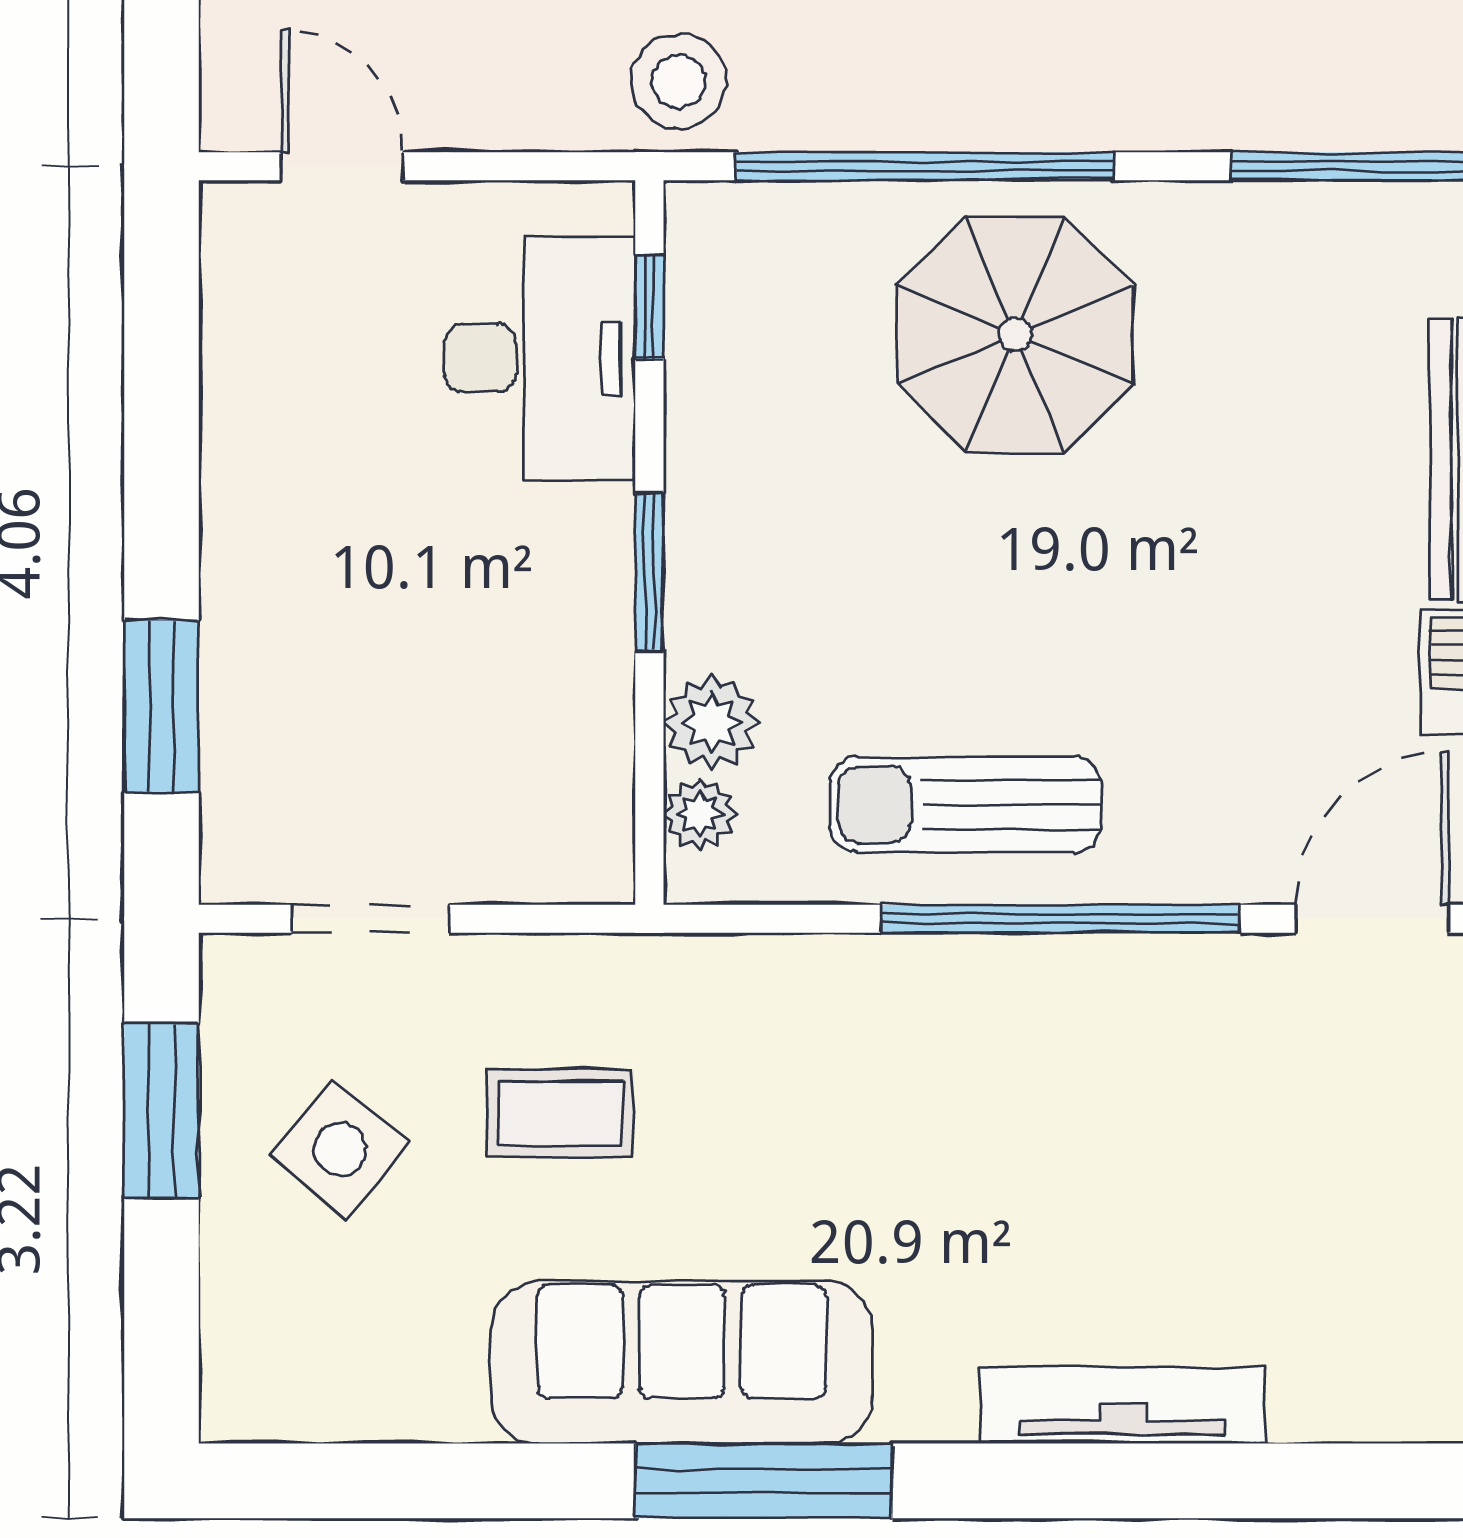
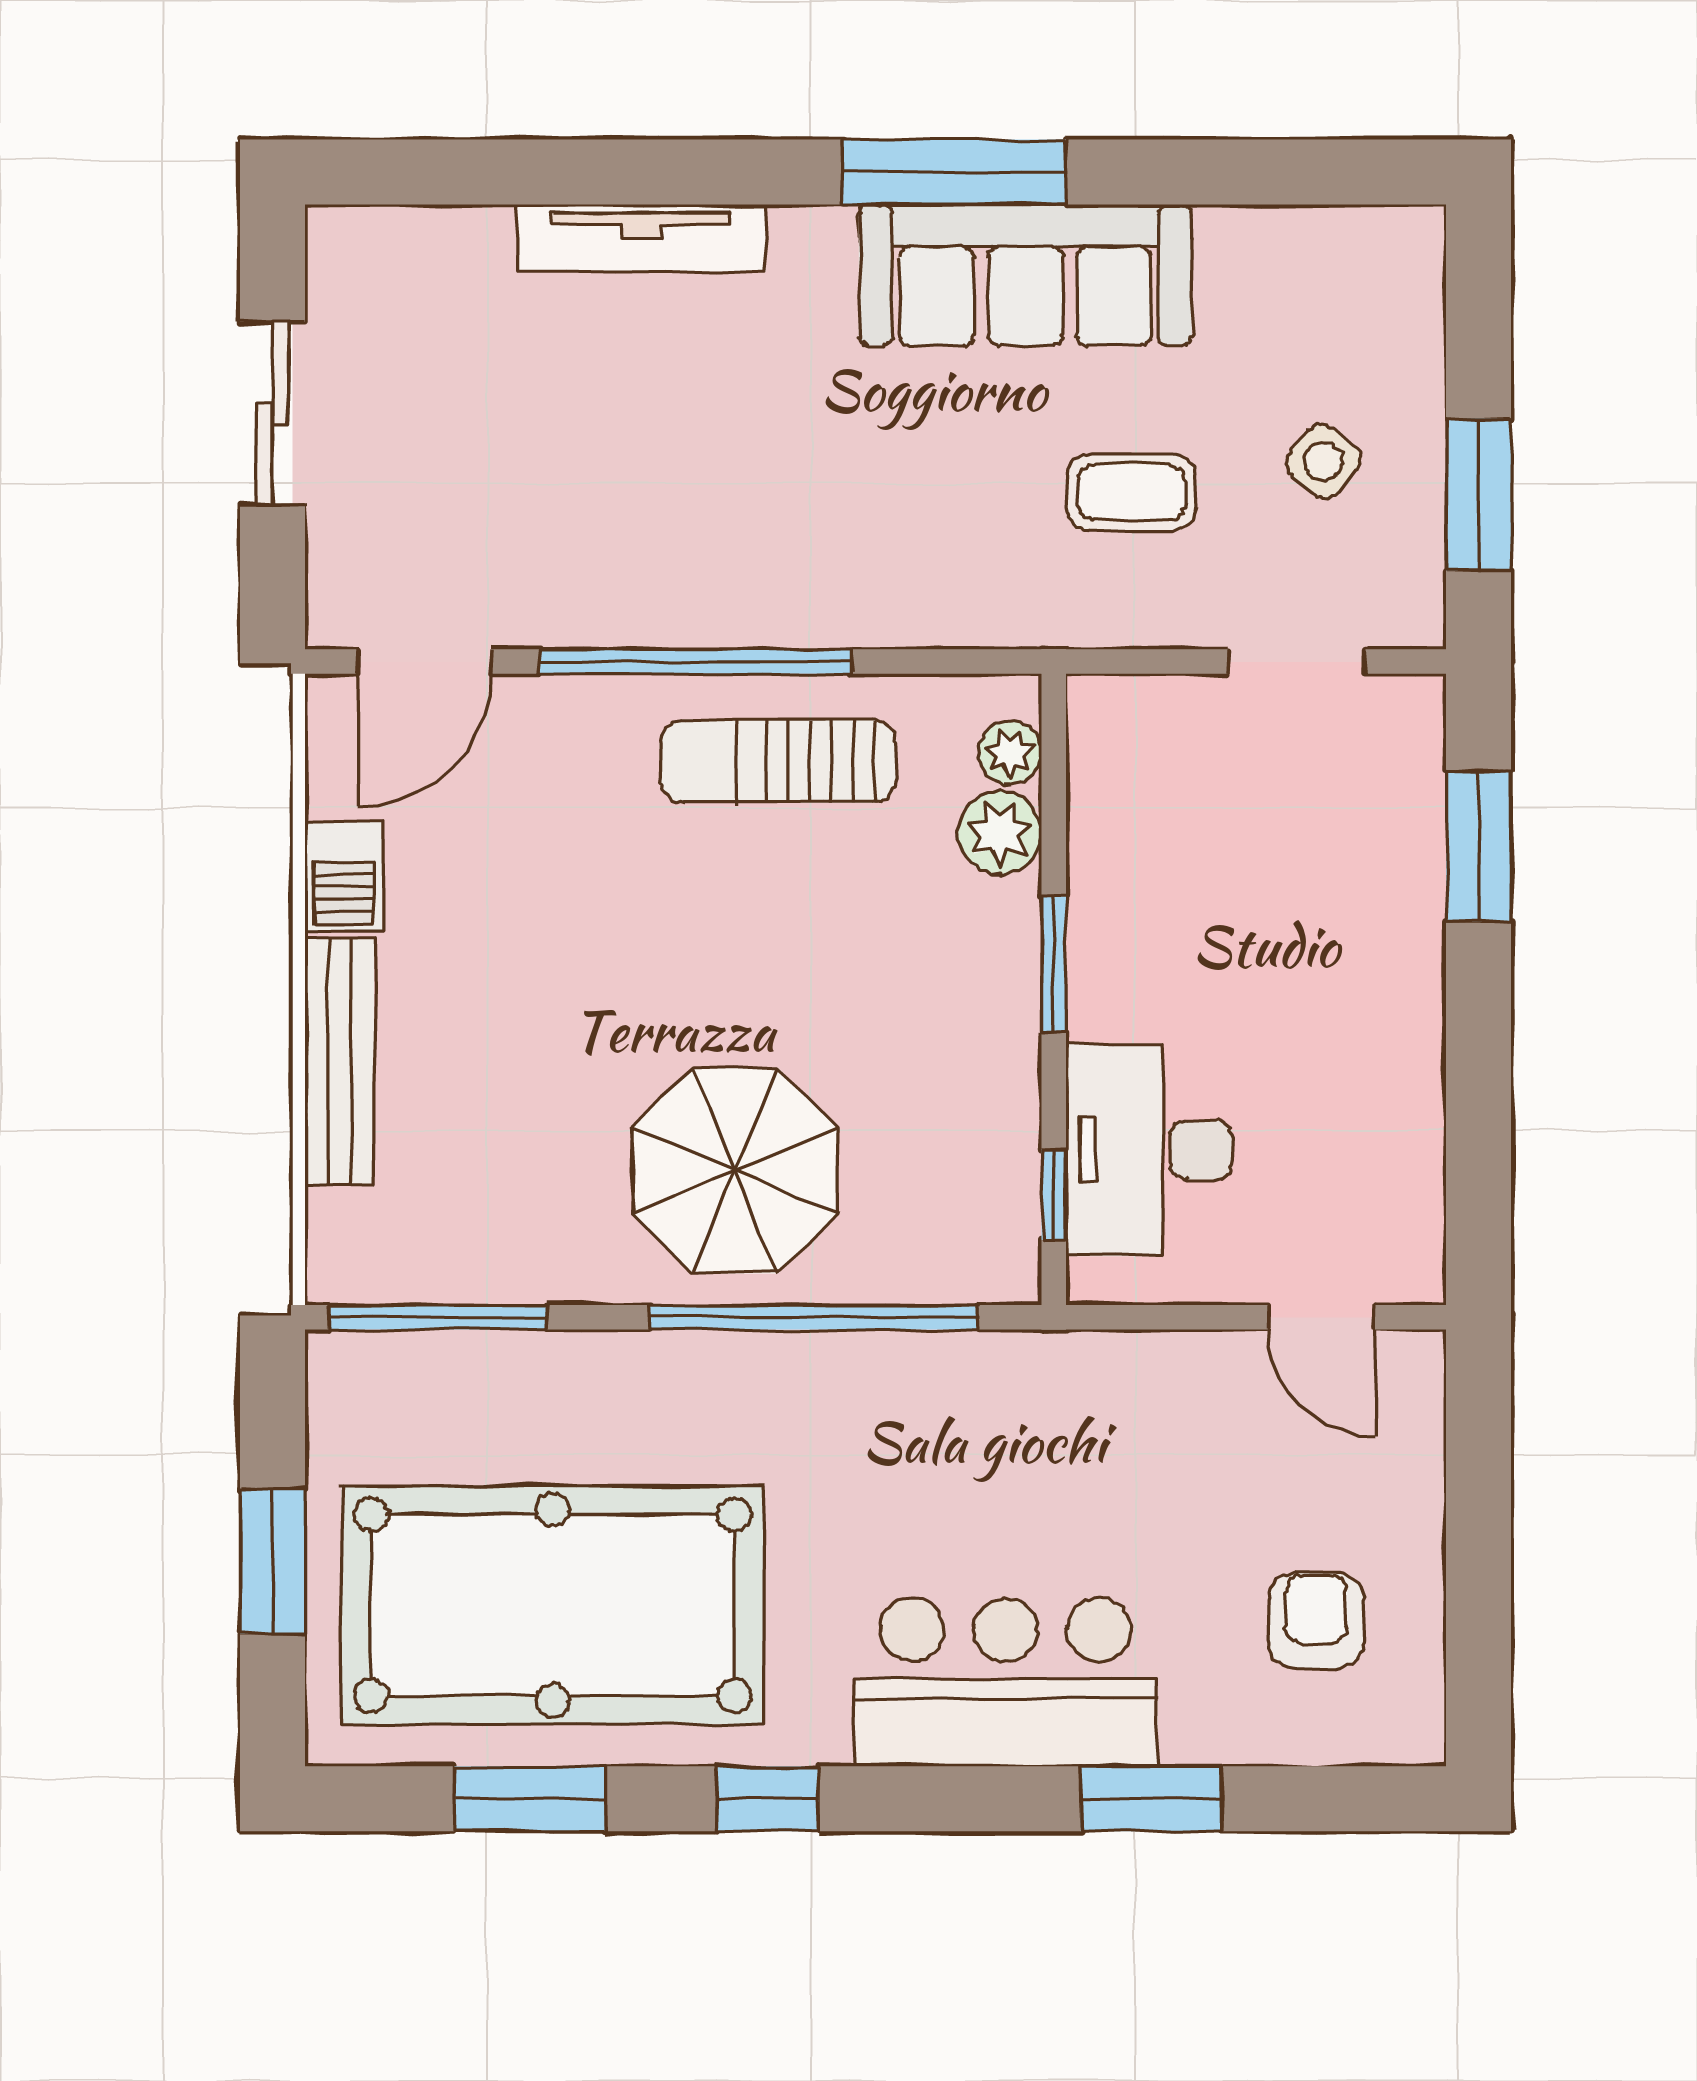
stool: (678, 81) -> (1028, 1391), removed
sun lounger: (966, 805) -> (778, 761), turned 180
side table: (340, 1149) -> (1323, 461), width x0.73, depth x0.73

